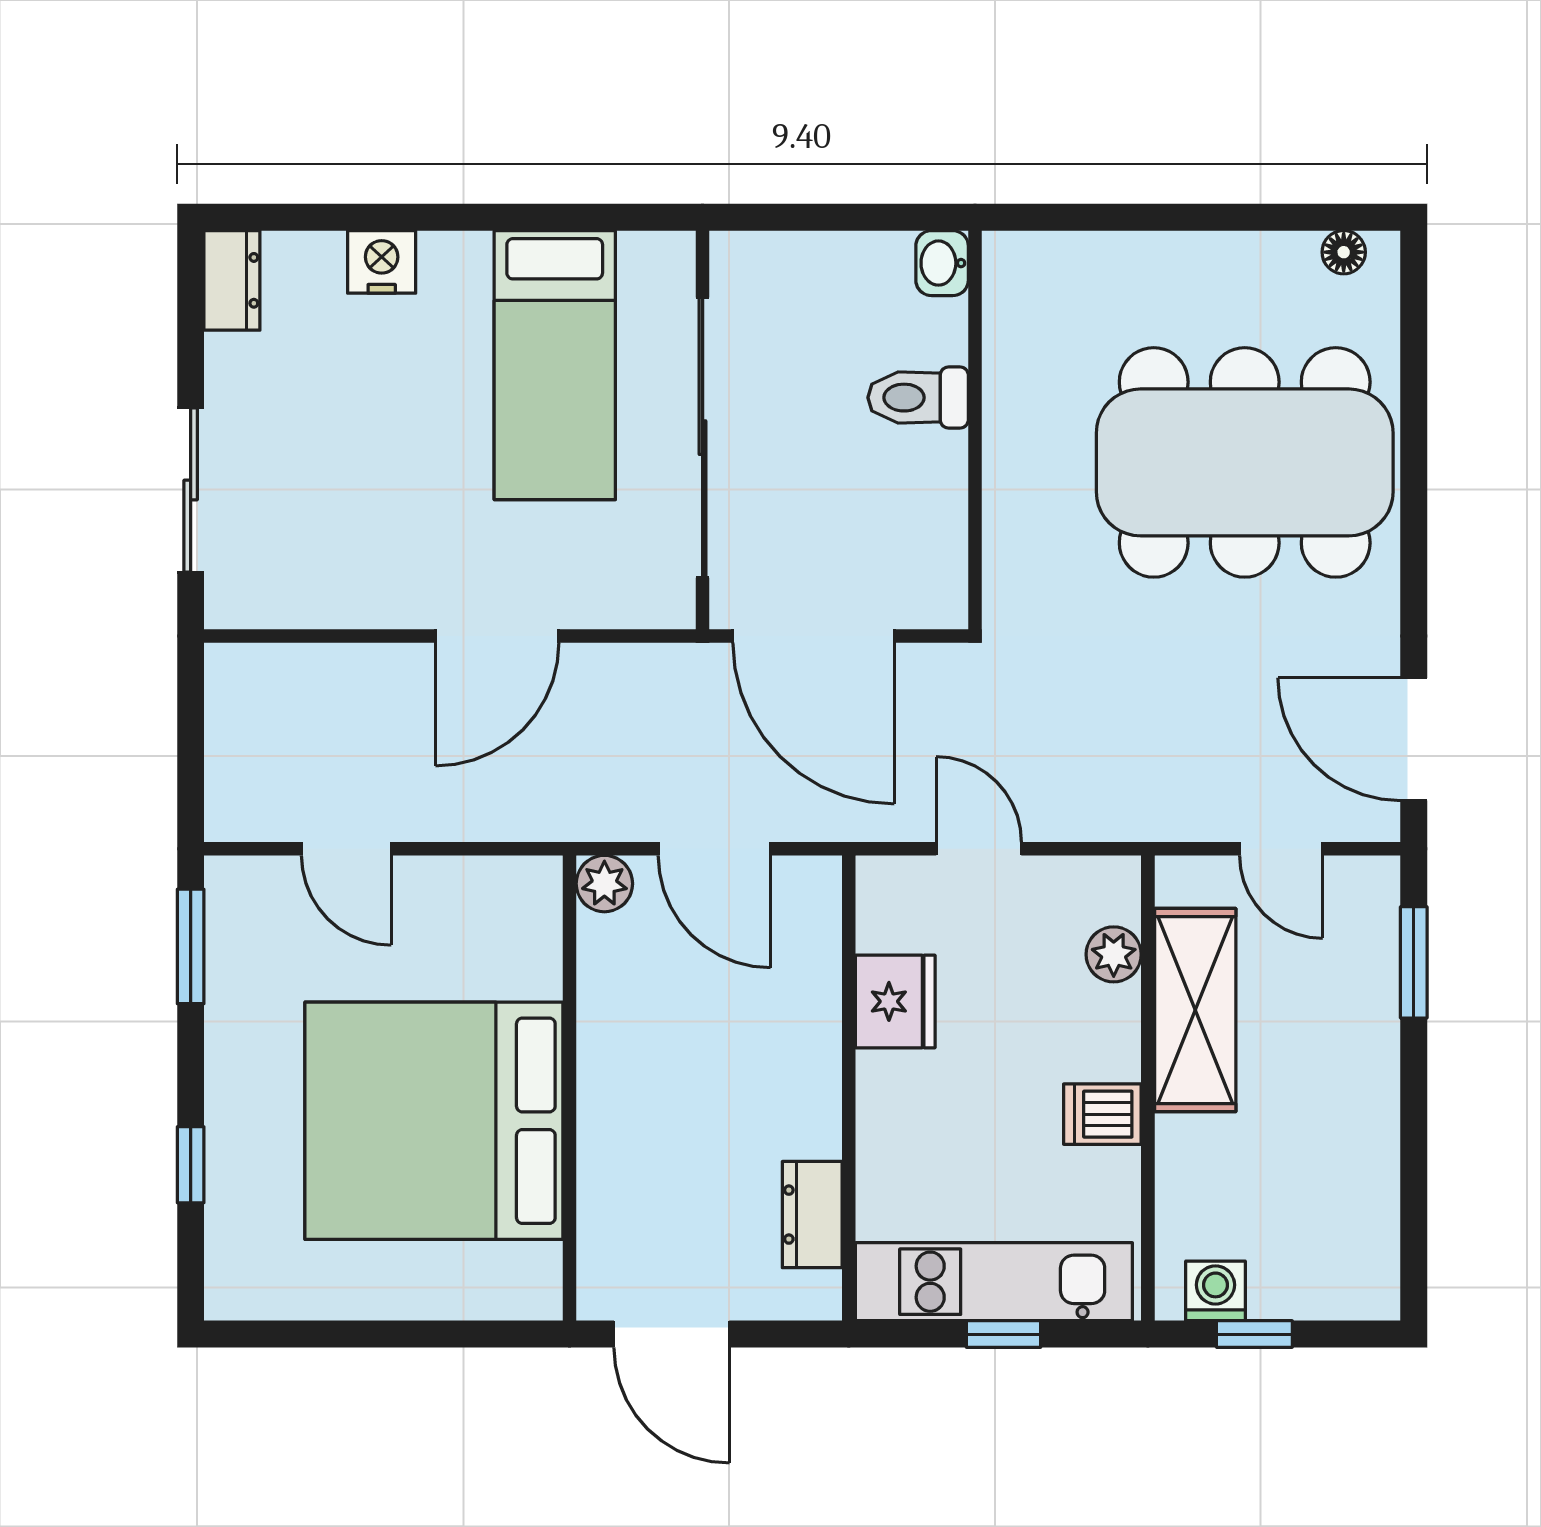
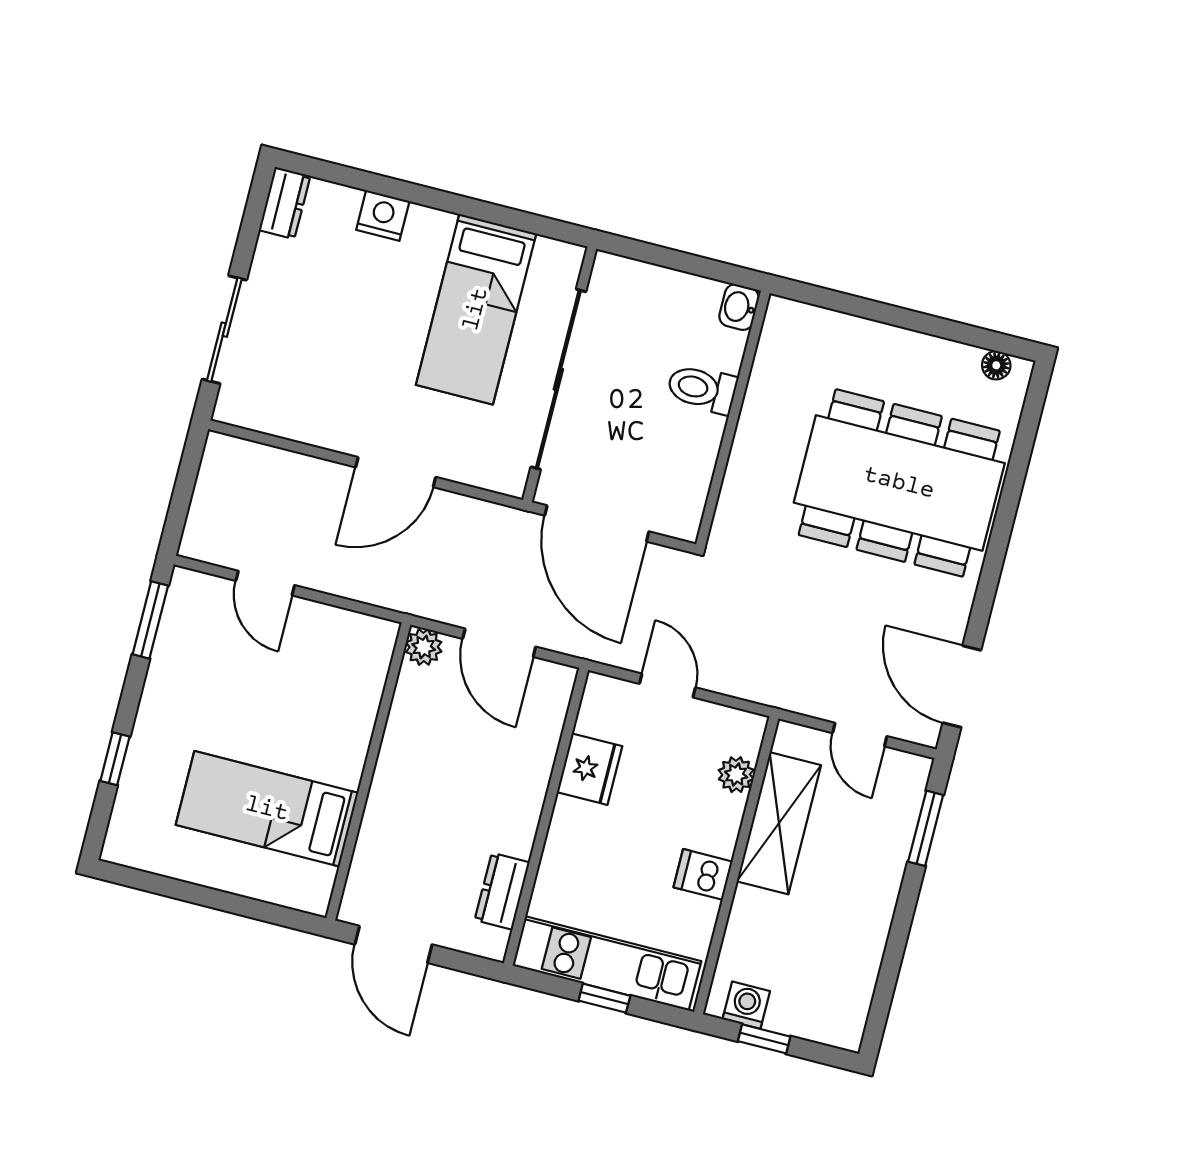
bed: (434, 1121) -> (267, 809), width x0.49

